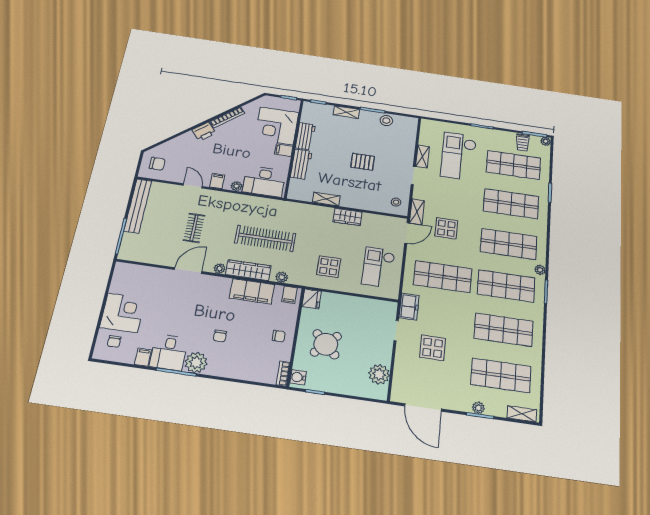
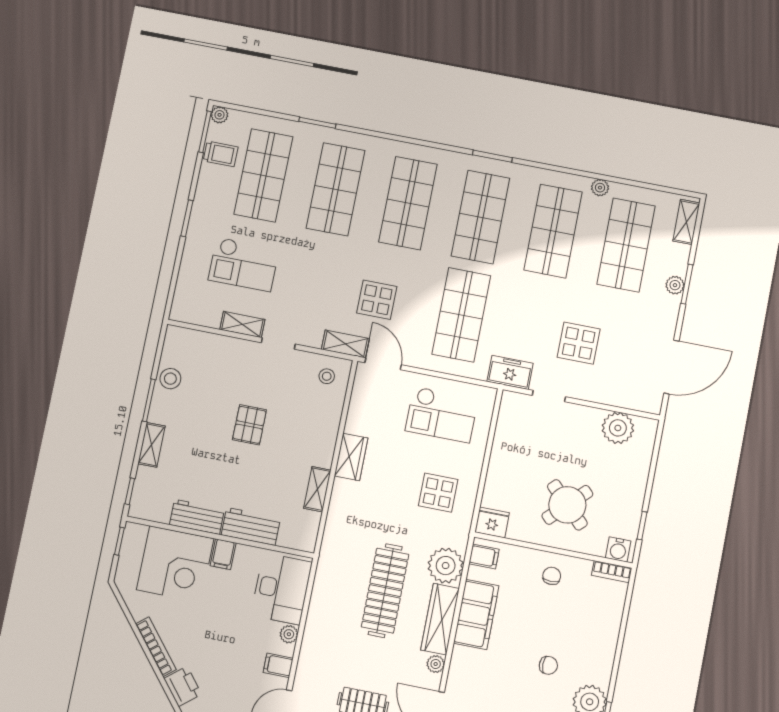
checkout: (459, 156) -> (244, 264), width x0.73, depth x0.83
plant: (540, 270) -> (600, 188), moved
plant: (282, 277) -> (446, 566), width x1.88, depth x1.88

